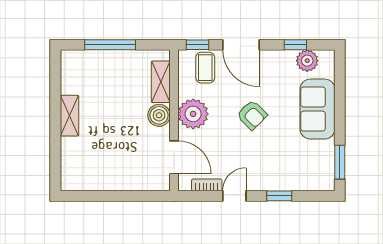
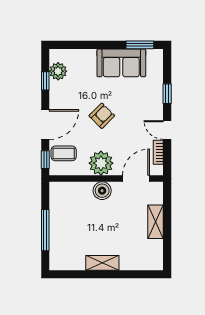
shelving: (161, 82) -> (156, 222), moved, turned 90
sofa: (318, 109) -> (121, 63), moved

